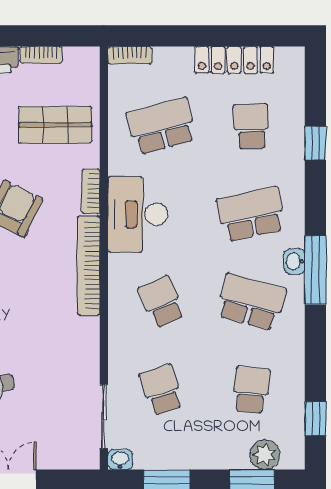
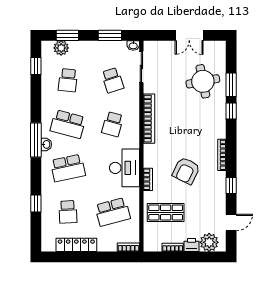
bookcase: (89, 266) -> (149, 119), moved
school desk: (162, 302) -> (113, 124), turned 39

